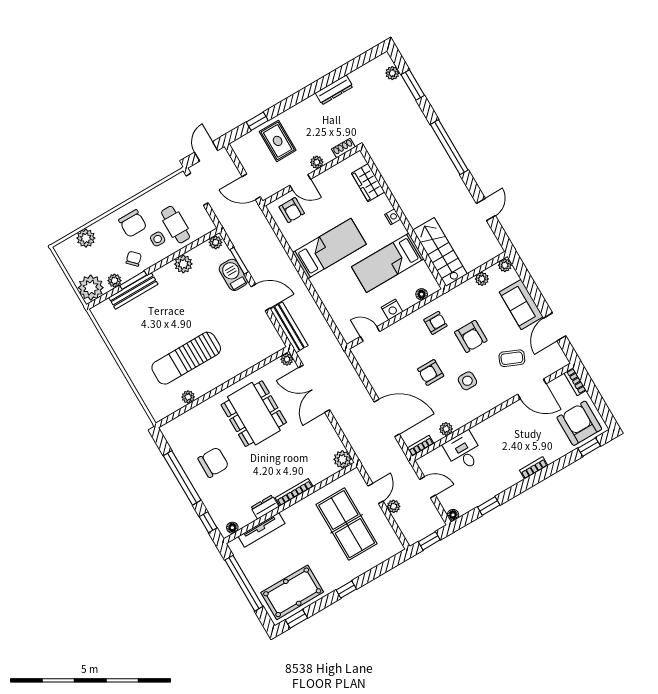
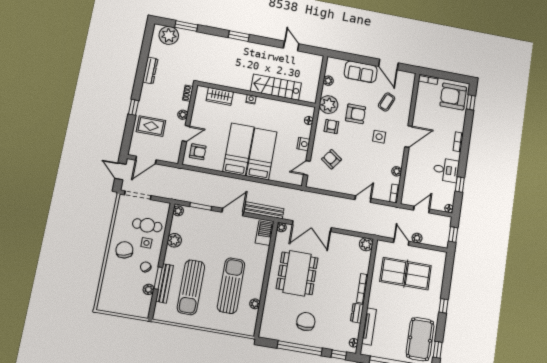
plant: (392, 73) -> (169, 35), width x1.88, depth x1.88
window: (257, 121) -> (134, 107), moved
window: (449, 147) -> (239, 36), width x0.47
door: (251, 187) -> (146, 160), moved
chair: (133, 223) -> (124, 250), turned -104
plant: (86, 238) -> (108, 285), removed
stairs: (440, 252) -> (276, 87), moved
bed: (388, 263) -> (262, 154), moved, turned 180
plant: (505, 265) -> (329, 105), moved, width x1.88, depth x1.88
barbecue: (233, 275) -> (265, 233), moved, turned 90
plant: (91, 288) -> (140, 307), removed
sun lounger: (151, 320) -> (191, 287), added
sun lounger: (186, 358) -> (231, 286), turned 180
armchair: (431, 373) -> (331, 159), moved, turned 126
door: (532, 389) -> (408, 137), moved
dining table: (254, 414) -> (297, 273), turned 90
door: (387, 418) -> (363, 199), width x0.53
desk: (463, 451) -> (446, 170), moved, turned 180

